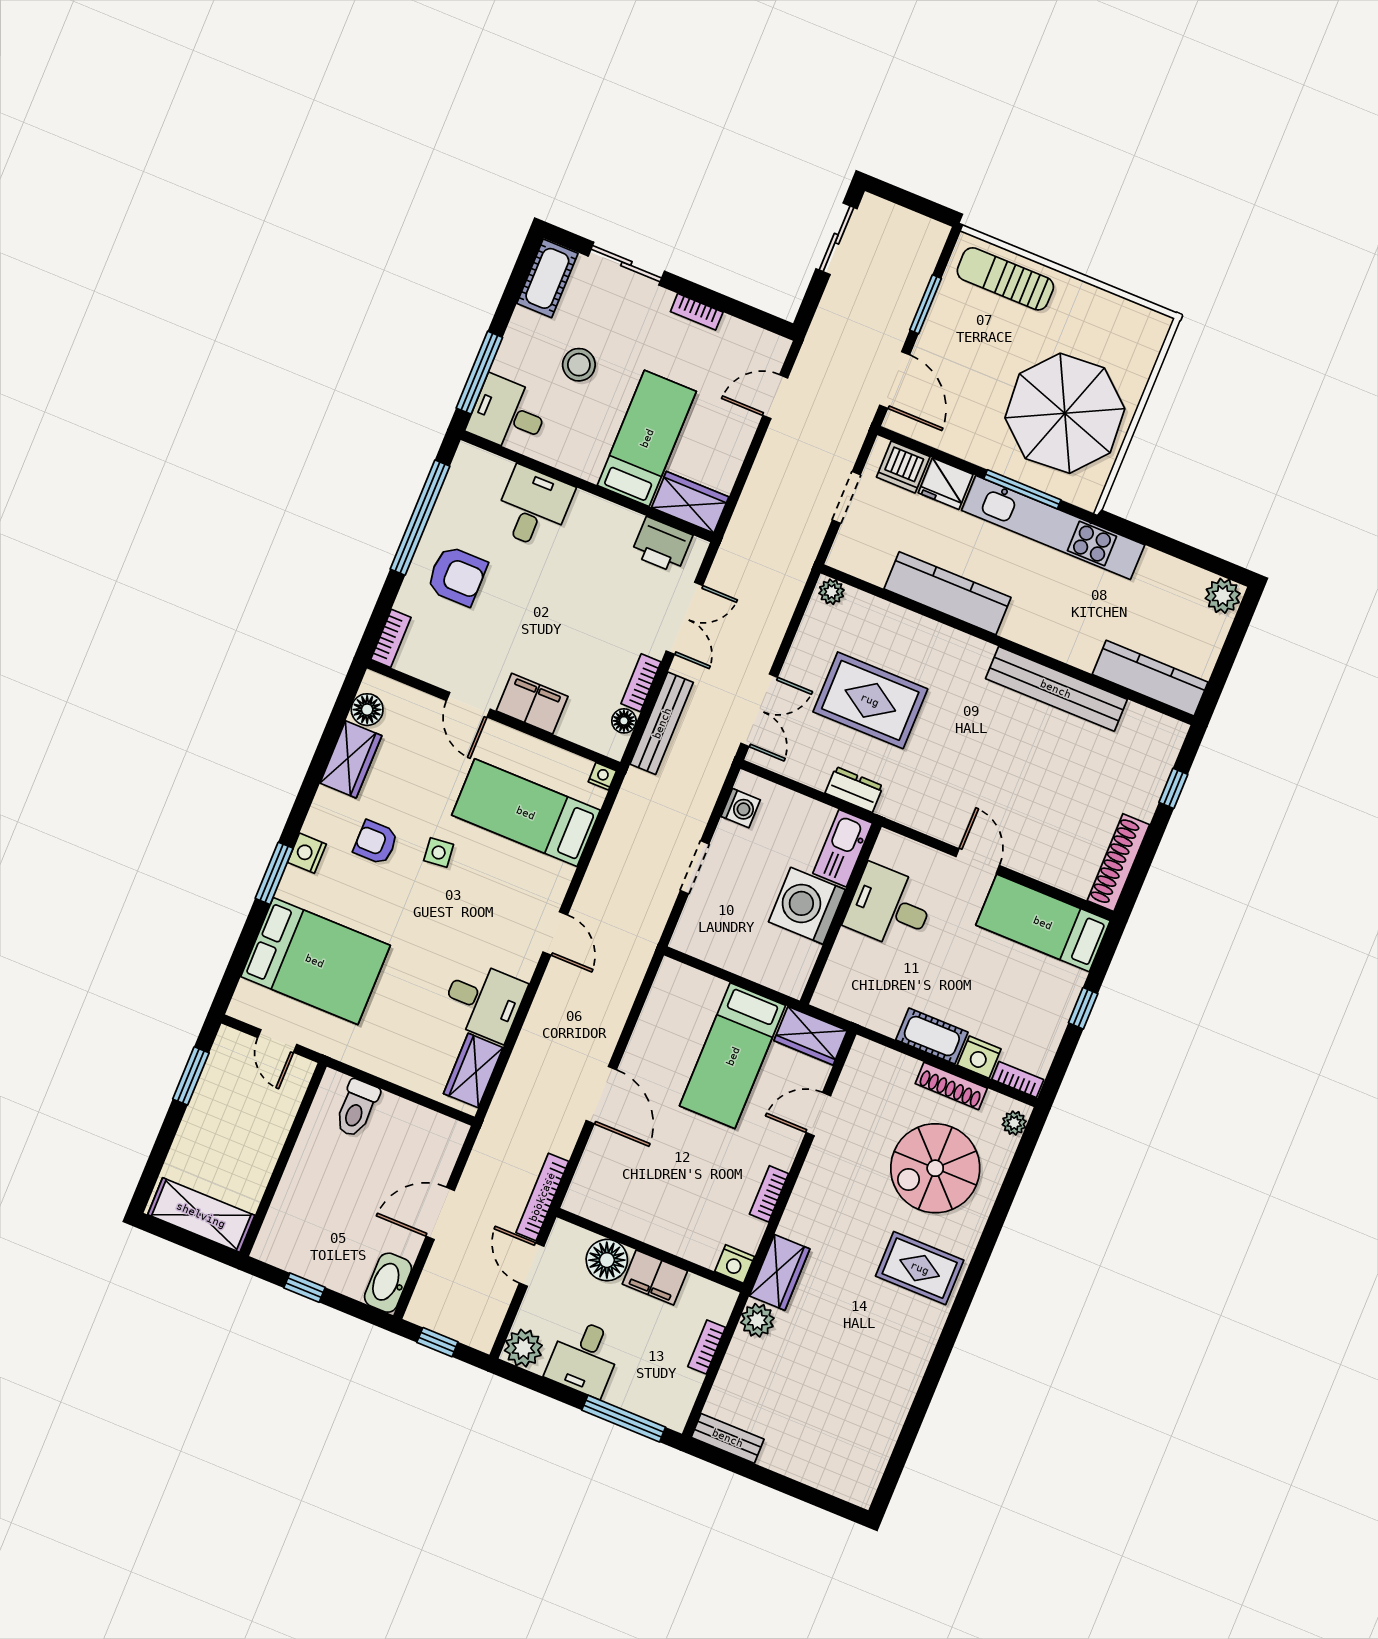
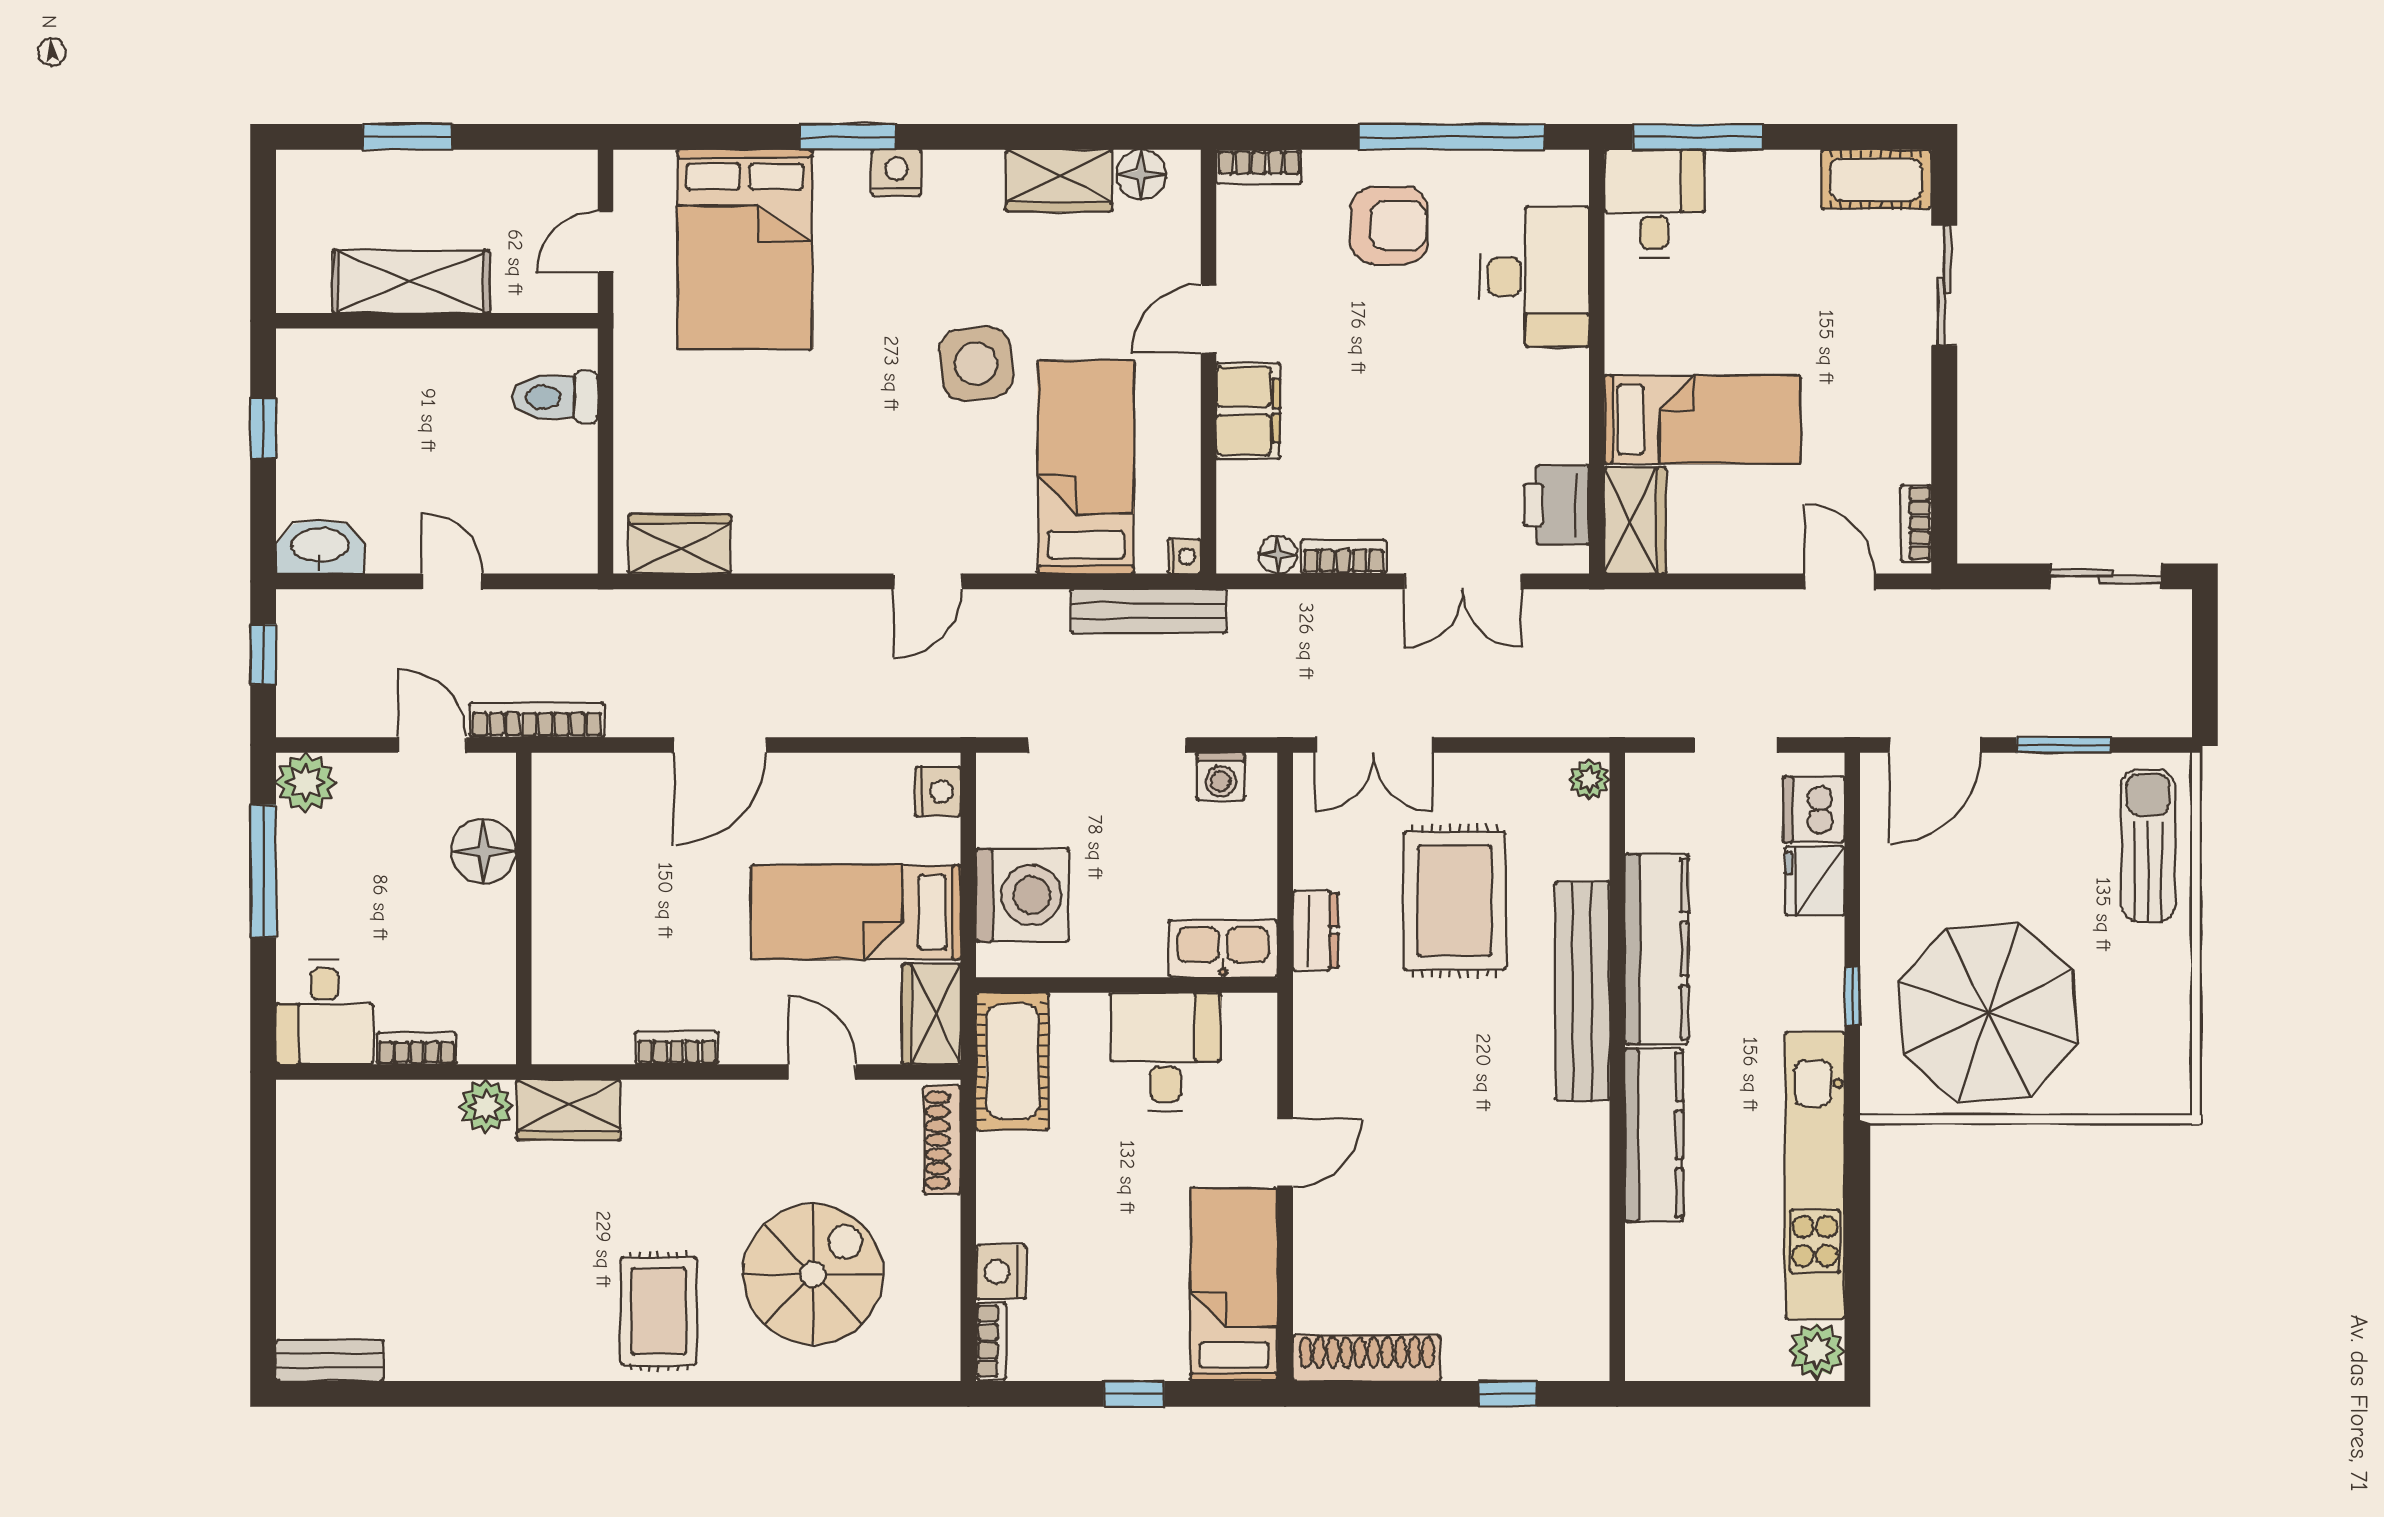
bookcase: (697, 312) -> (1916, 523), moved
stool: (579, 365) -> (1769, 277), removed
window: (1022, 489) -> (1852, 996), width x0.46
desk: (533, 507) -> (1534, 277), width x1.37
kitchen unit: (1053, 528) -> (1815, 1175), moved
armchair: (457, 576) -> (1389, 225), turned -90
kitchen counter: (1150, 678) -> (1654, 1135), moved
bench: (1056, 689) -> (1582, 991), moved
bench: (662, 723) -> (1149, 611), moved
armchair: (376, 842) -> (953, 266), removed
side table: (439, 853) -> (976, 364), width x1.87, depth x1.87
doorway: (695, 867) -> (1107, 745), width x1.87
washing machine: (807, 906) -> (1022, 895), moved, turned 90
desk: (484, 1001) -> (787, 518), removed
cot: (932, 1036) -> (1013, 1061), moved, width x1.37, depth x1.34
window: (191, 1076) -> (407, 137), moved
shoe rack: (951, 1086) -> (942, 1140), moved
plant: (1014, 1123) -> (926, 1362), removed
spiral stairs: (935, 1168) -> (813, 1274), turned 90
door: (440, 1213) -> (452, 581), width x0.73
shelving: (201, 1215) -> (411, 282), moved, turned 90
nightstand: (735, 1264) -> (938, 792), moved, turned 180
door: (532, 1265) -> (432, 745), hinge flipped
filing cabinet: (655, 1278) -> (487, 932), removed
desk: (584, 1358) -> (324, 1012), moved, turned -90
window: (624, 1419) -> (263, 871), moved
bench: (728, 1438) -> (330, 1361), moved, turned 90

